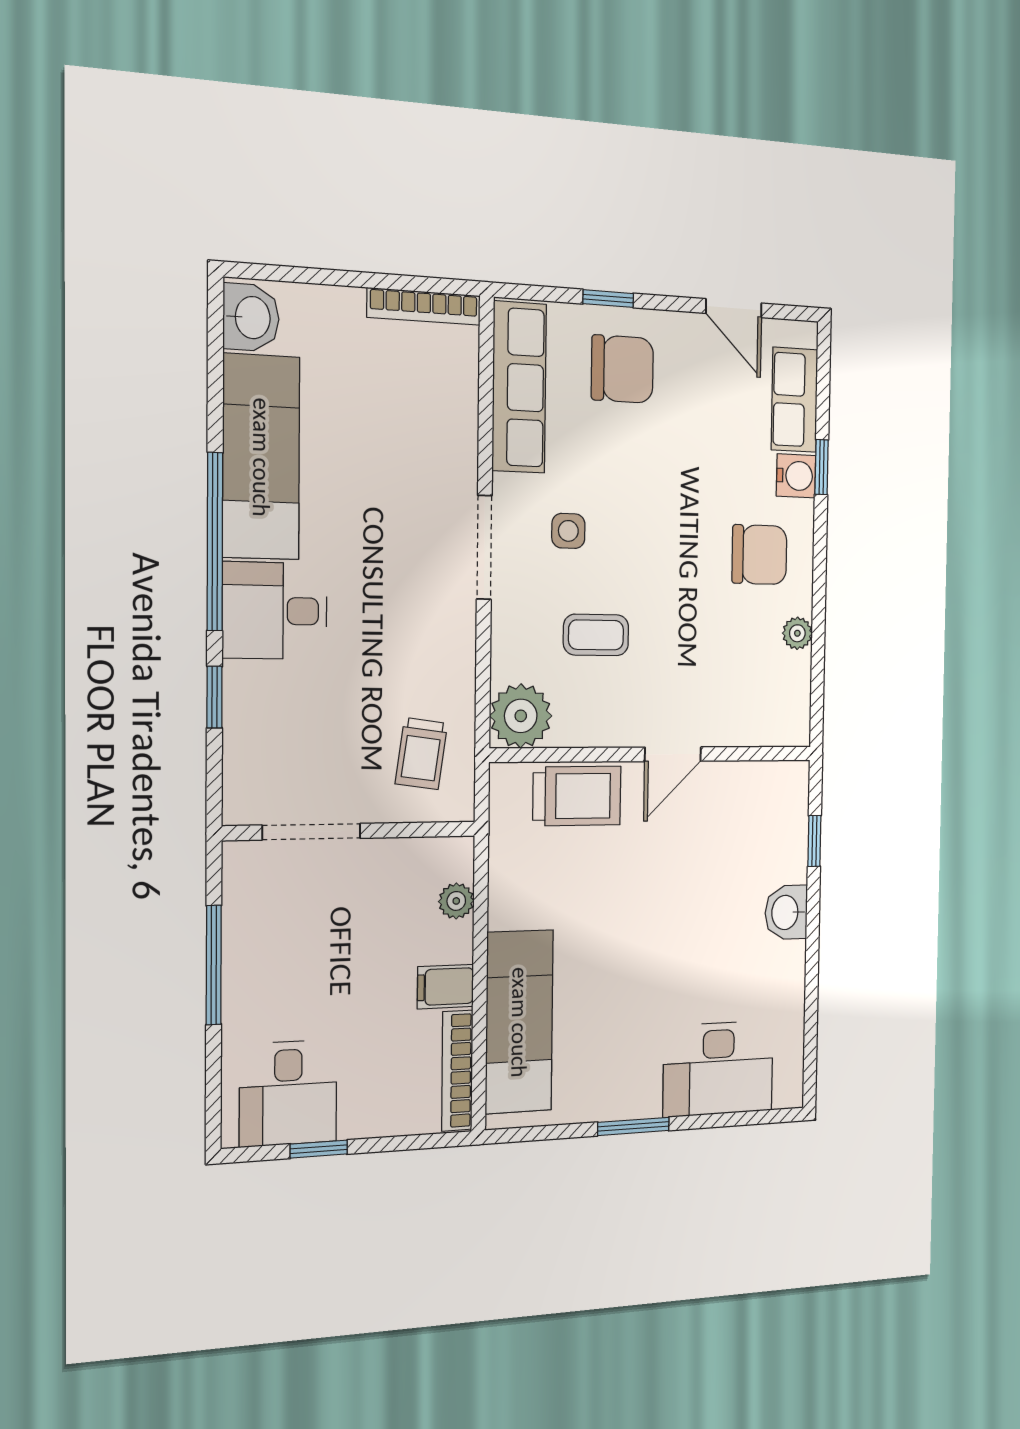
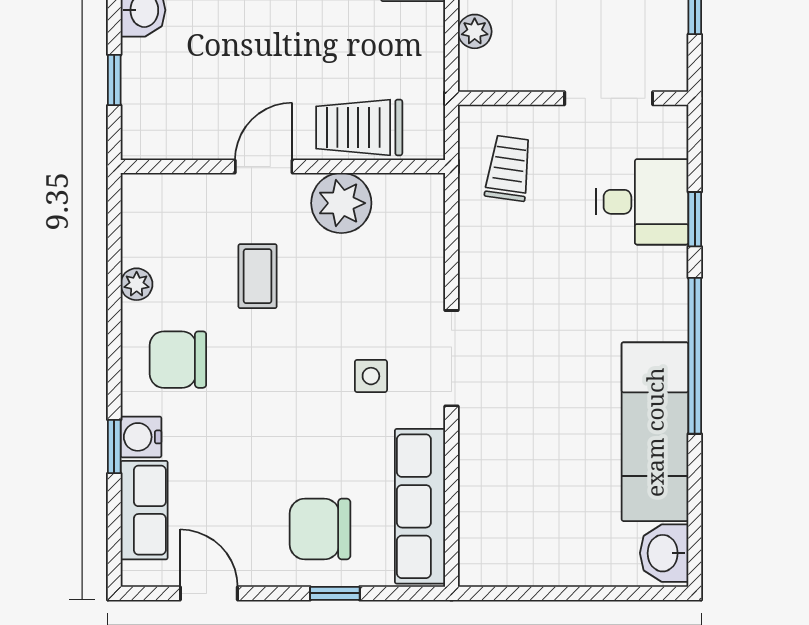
bookcase: (424, 306) -> (510, 574), removed
desk: (275, 611) -> (642, 202), moved
coffee table: (596, 635) -> (258, 276), moved, turned 90
plant: (521, 716) -> (341, 203), moved

